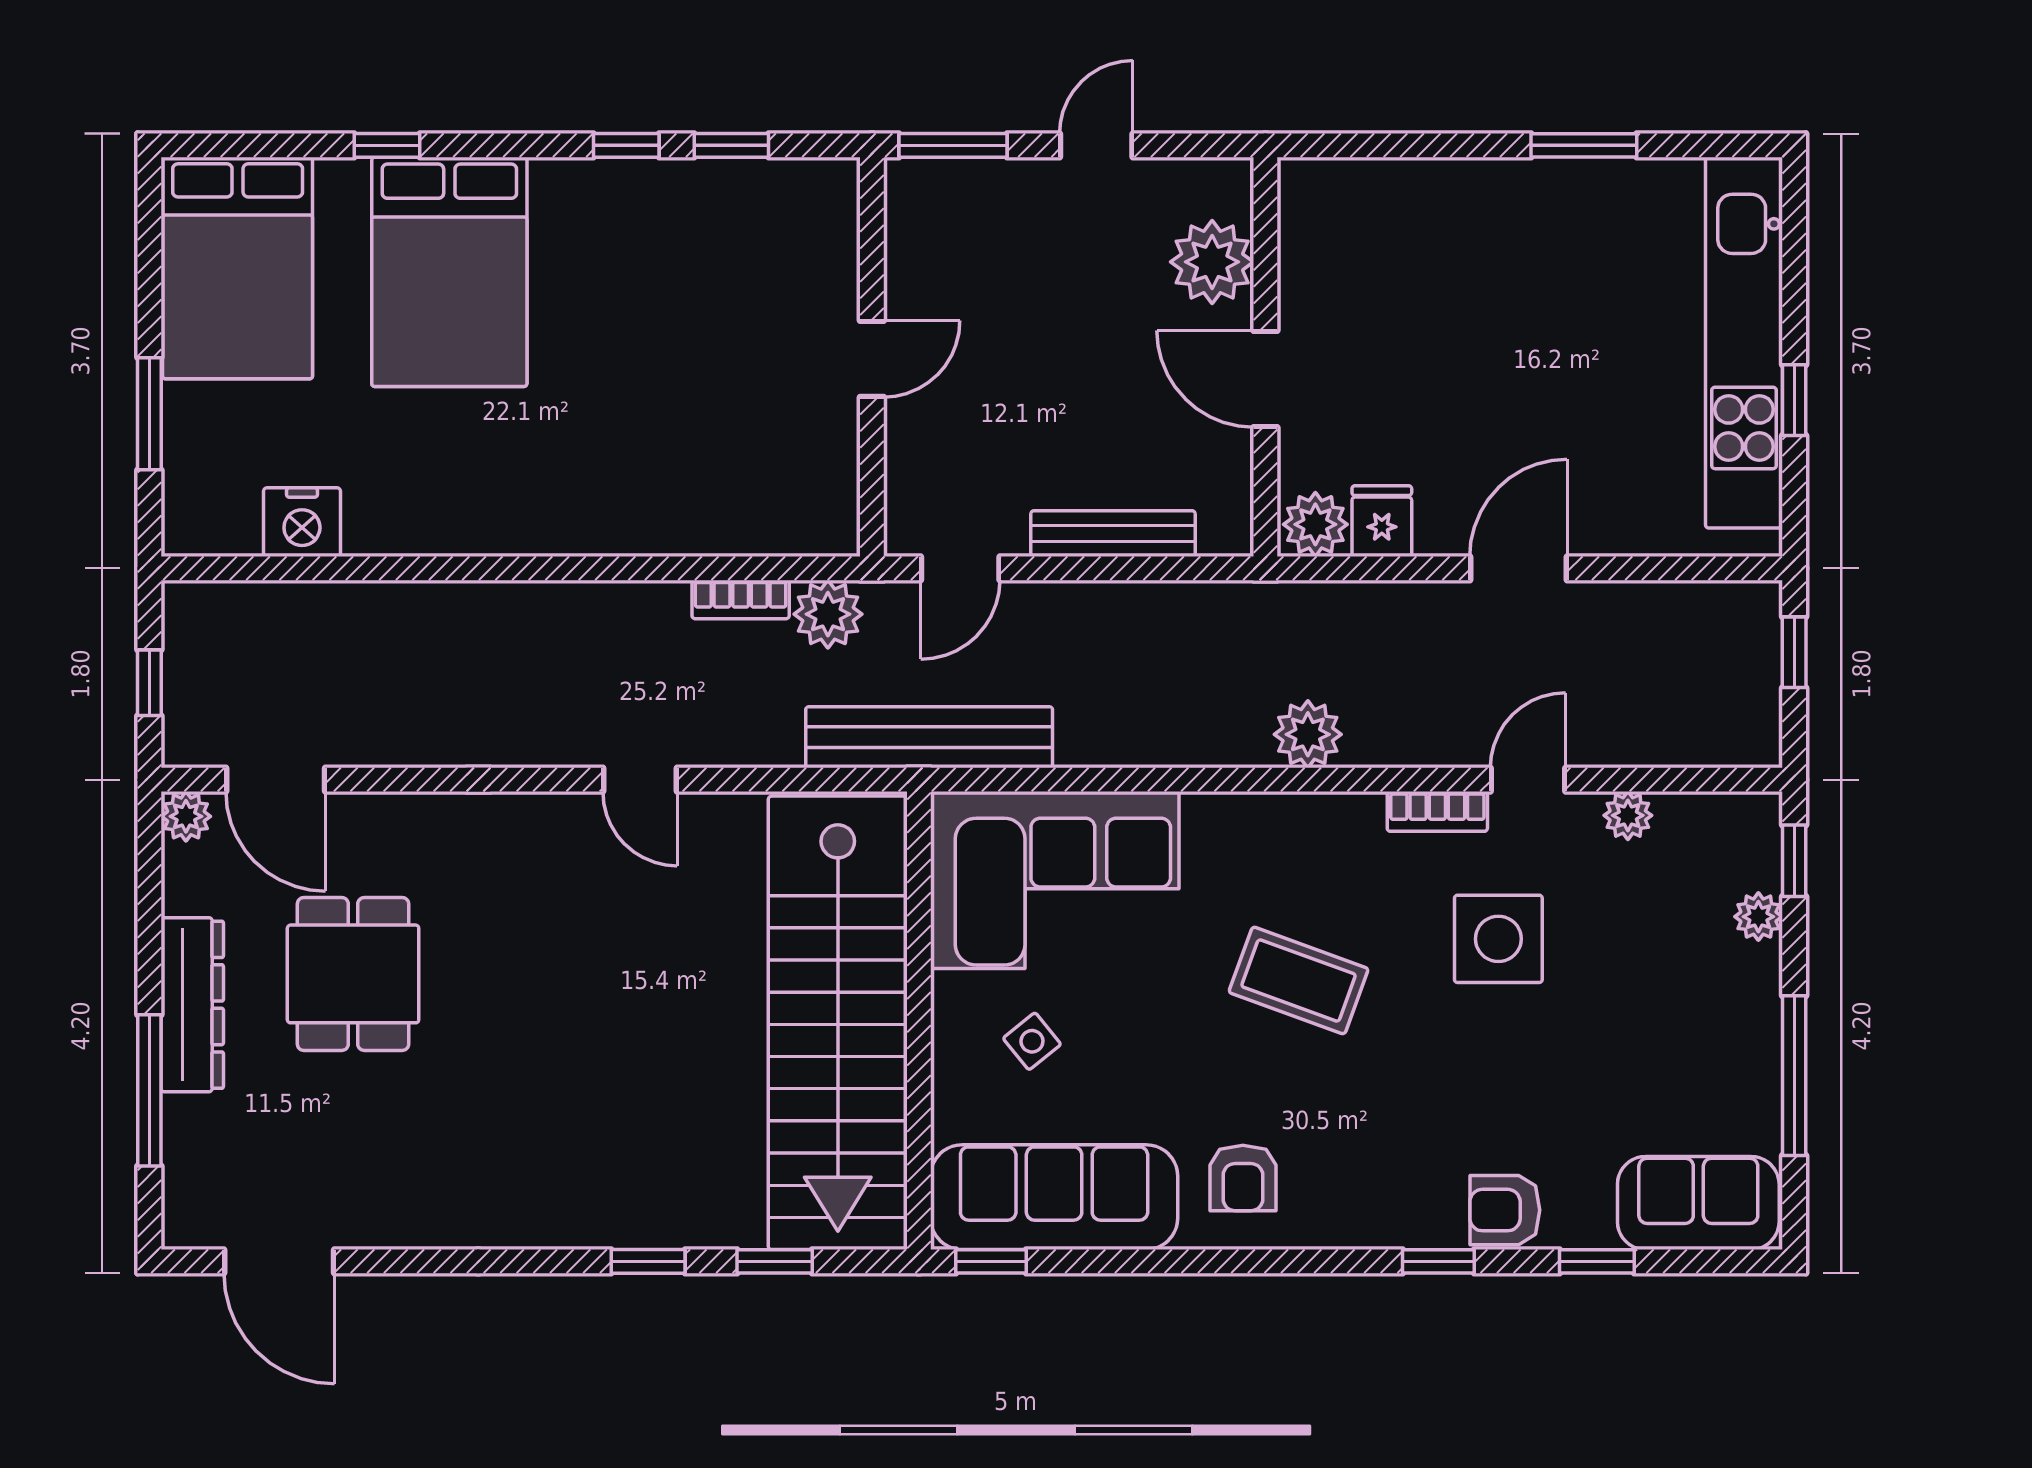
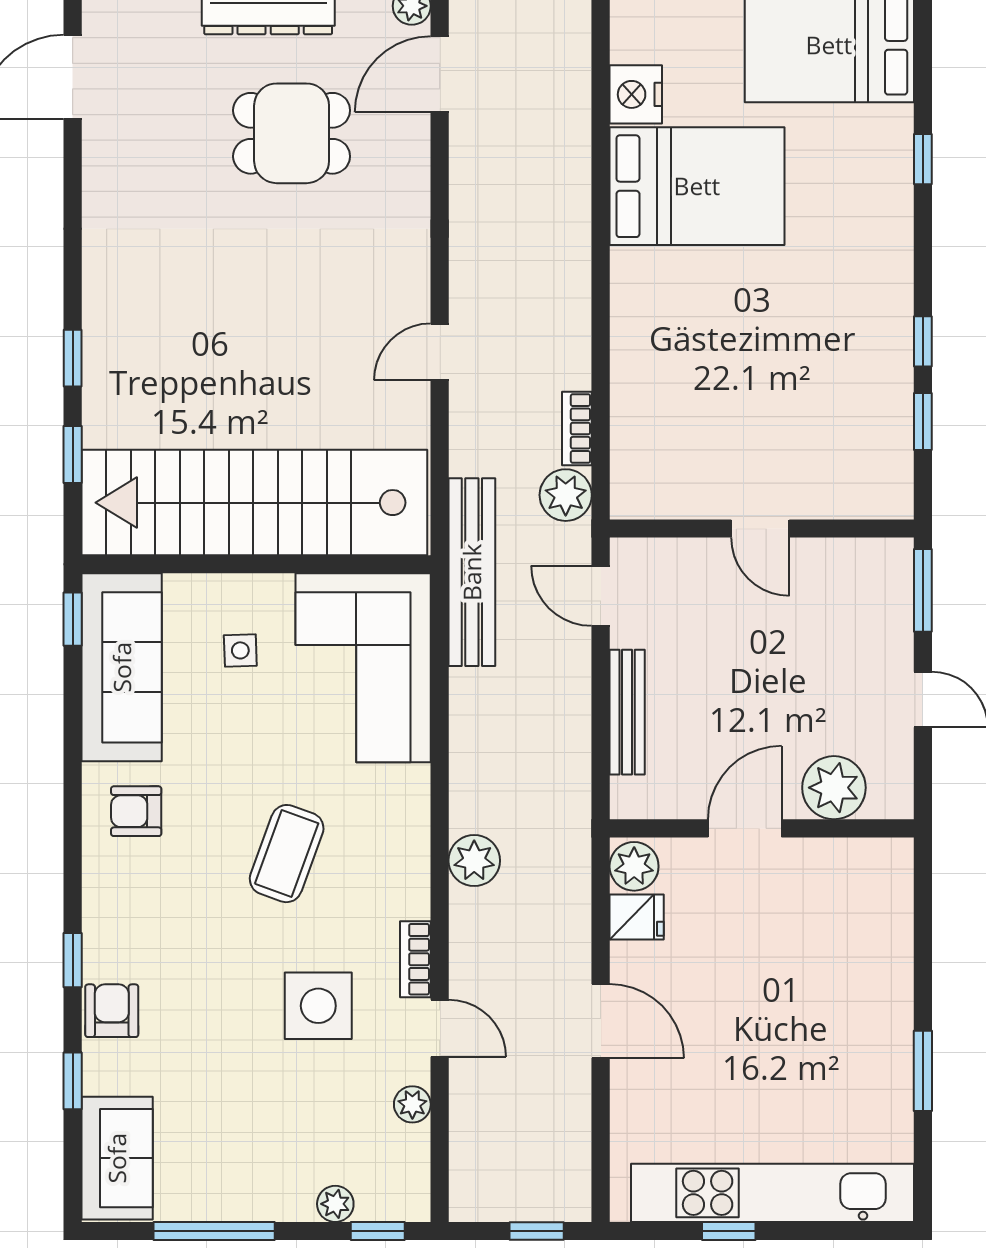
bed: (449, 272) -> (697, 186), moved, turned 180
side table: (1032, 1041) -> (240, 650), turned 37

